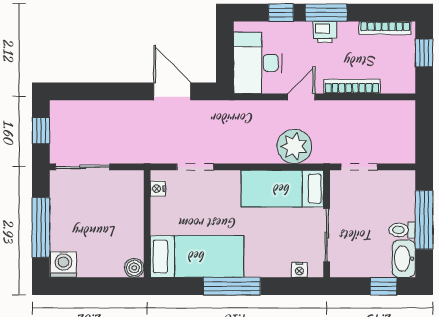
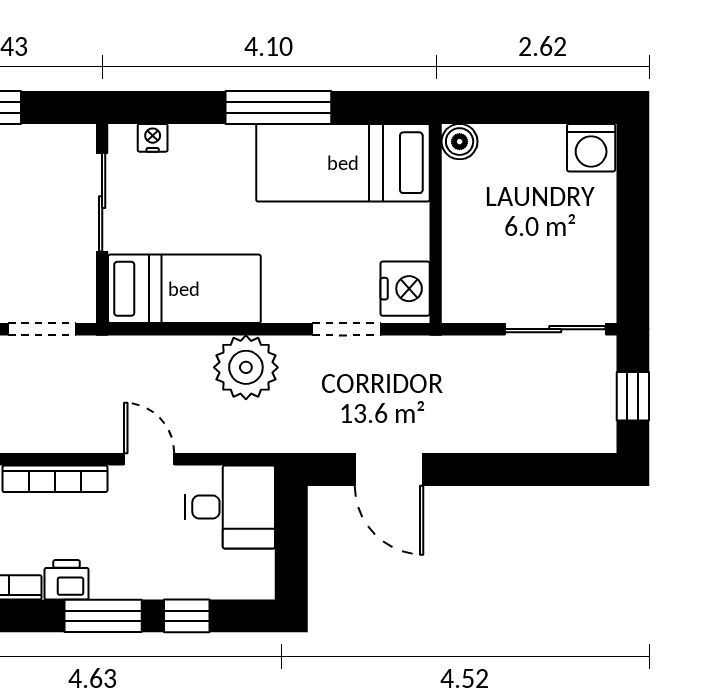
printer: (325, 32) -> (67, 580), moved
desk: (258, 63) -> (230, 507), width x0.73
door: (301, 97) -> (149, 459), swing flipped
plant: (294, 146) -> (246, 367), moved
nightstand: (158, 189) -> (405, 289), width x1.89, depth x1.79
window: (41, 227) -> (633, 217), removed

